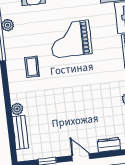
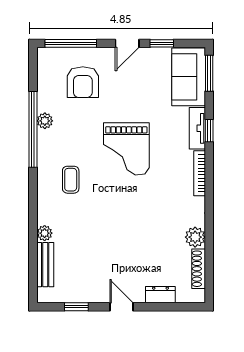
grand piano: (71, 39) -> (126, 149), turned -90

